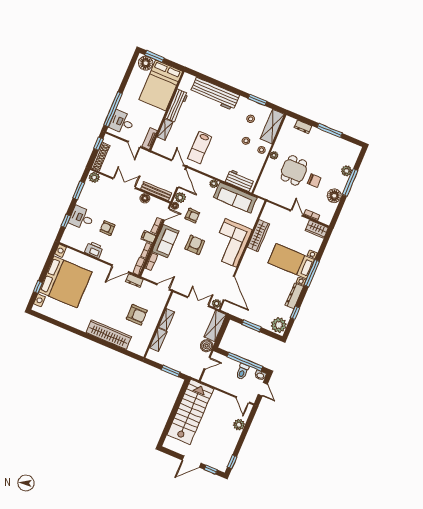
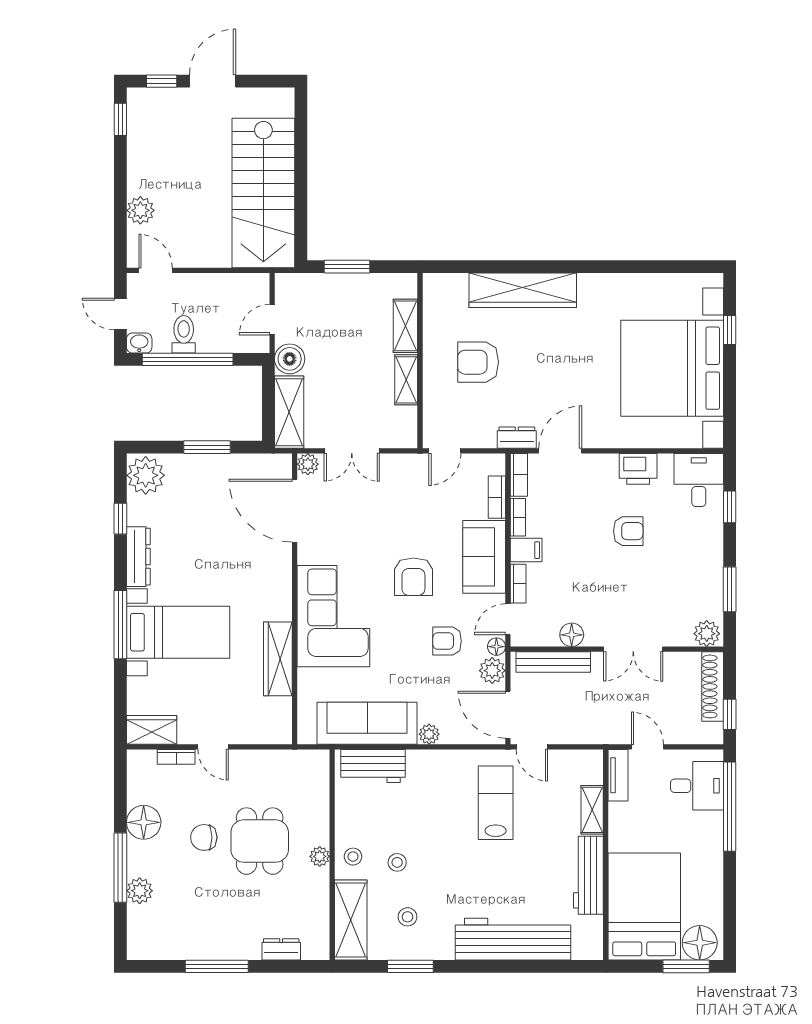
desk: (82, 218) -> (699, 480), moved, turned -90

